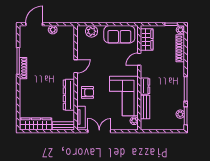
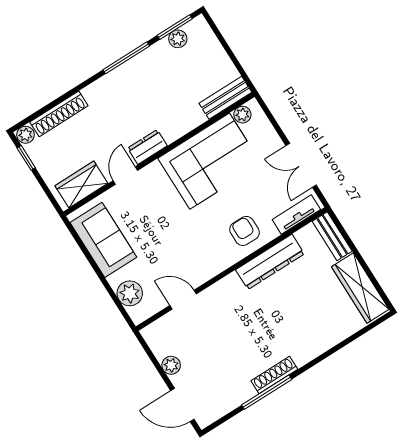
door: (139, 59) -> (125, 175), swing flipped
door: (76, 66) -> (183, 300), moved
dresser: (145, 86) -> (147, 147), moved
bench: (145, 107) -> (225, 98), moved

